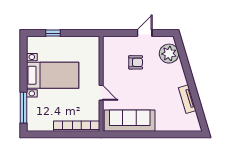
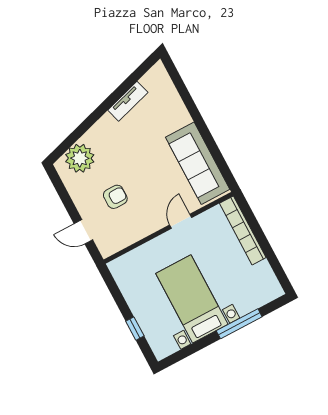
door: (145, 33) -> (83, 232), moved
armchair: (136, 62) -> (115, 197), turned 90
window: (24, 108) -> (239, 324), moved

